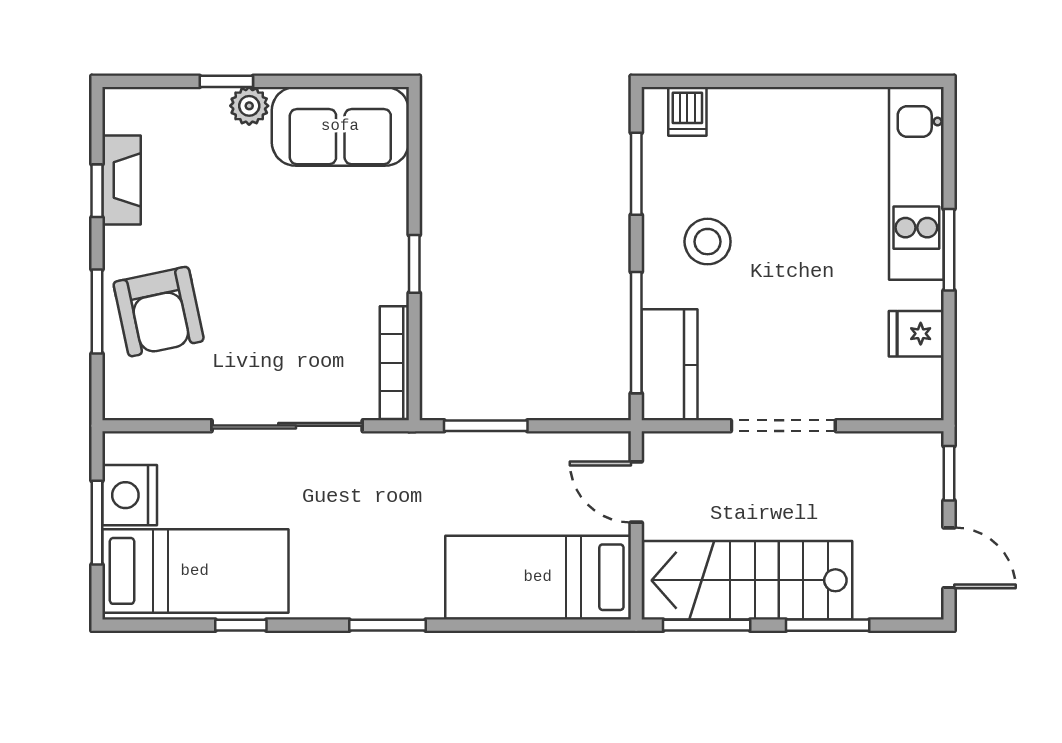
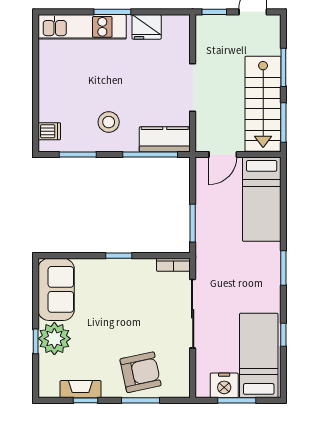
plant: (249, 106) -> (54, 339), width x1.88, depth x1.88
fridge: (916, 334) -> (147, 27), width x1.38
bookcase: (394, 363) -> (173, 265), width x0.64

